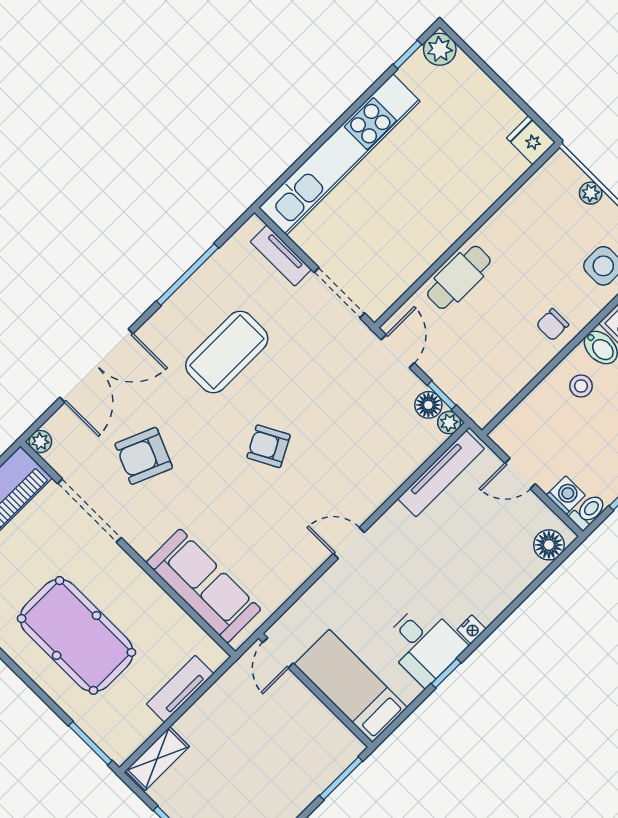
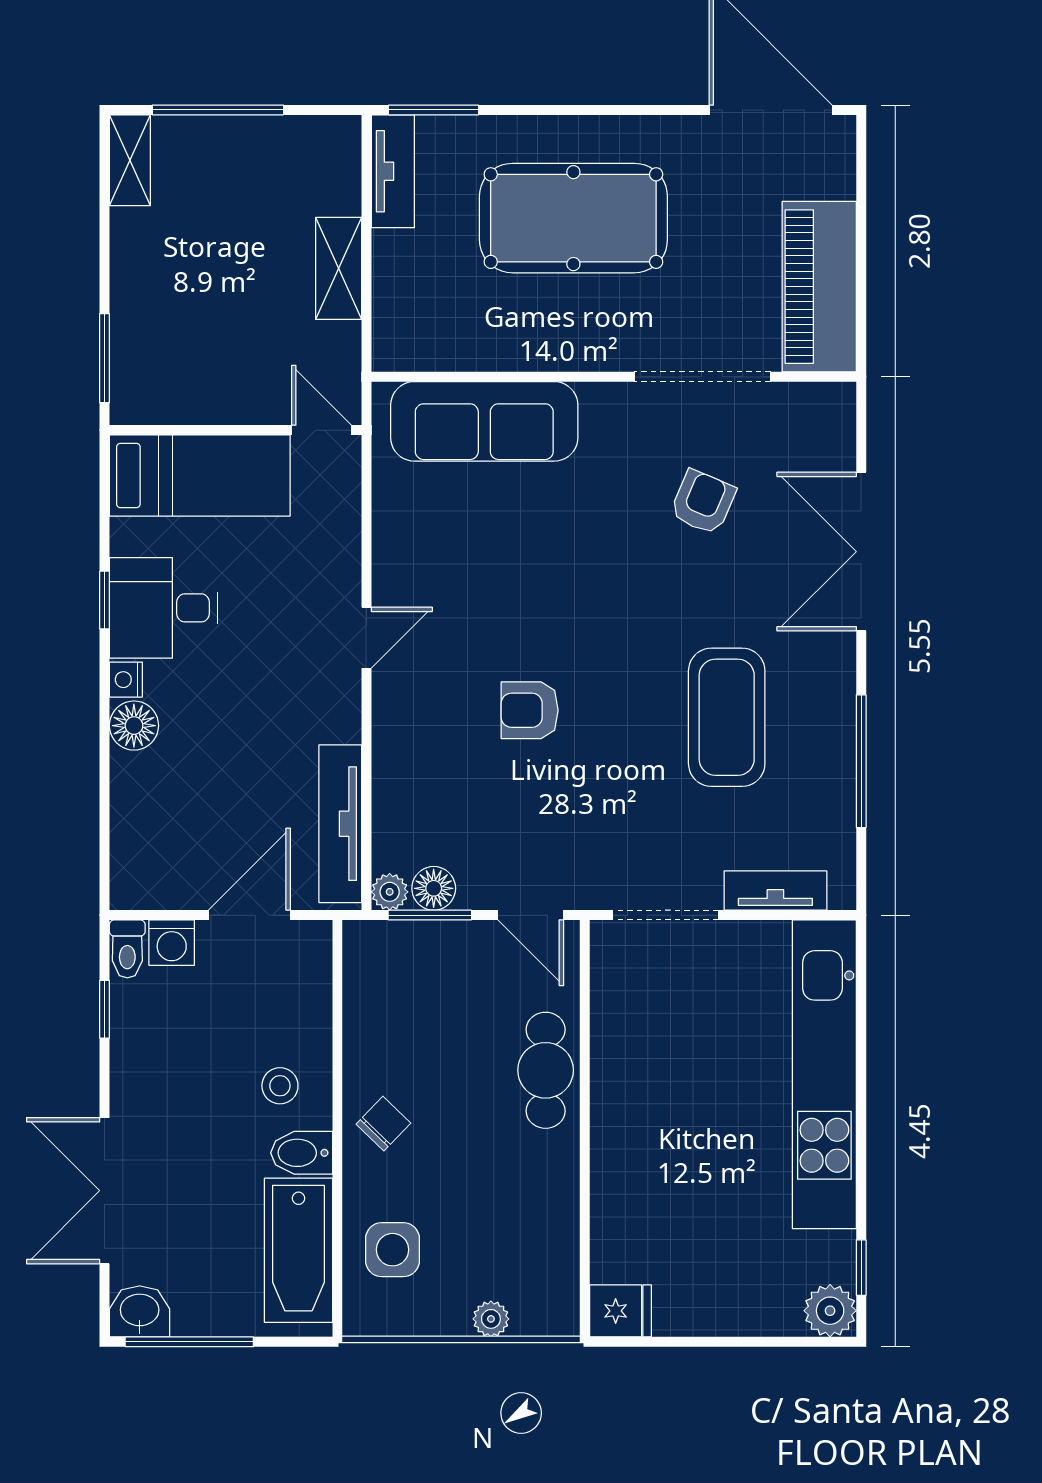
chair: (552, 325) -> (383, 1124), turned 44
window: (442, 395) -> (430, 915), width x1.50
plant: (40, 442) -> (838, 400), removed
armchair: (269, 446) -> (530, 710), moved, turned -152
armchair: (144, 456) -> (703, 502), width x0.72, depth x0.72
door: (520, 473) -> (249, 915), width x1.38
floor lamp: (549, 545) -> (134, 726), moved
tv unit: (180, 689) -> (393, 171), moved
shelving: (157, 759) -> (339, 268), moved

